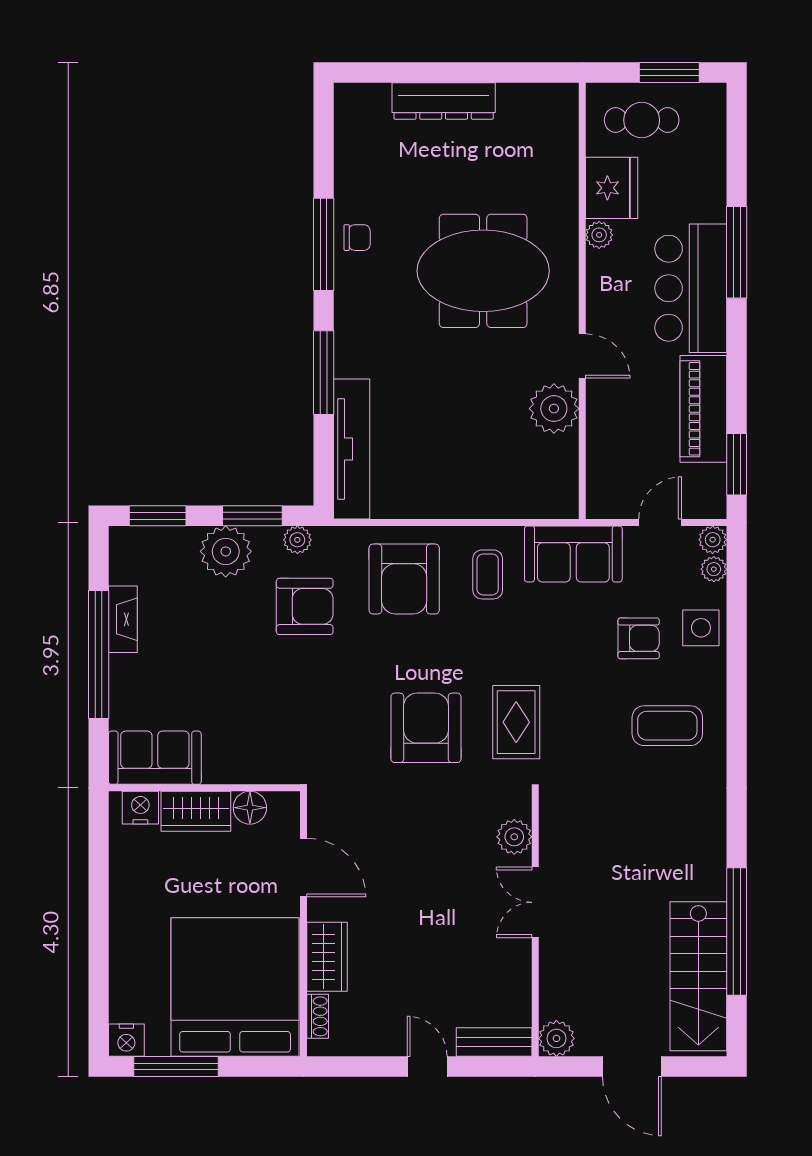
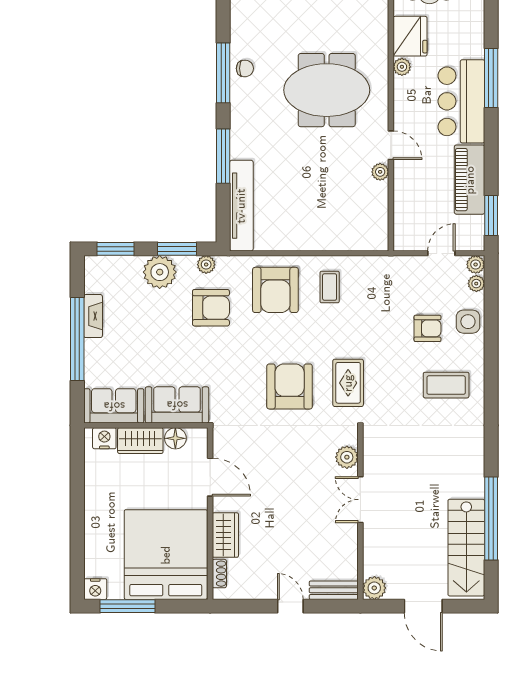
plant: (554, 409) -> (380, 172), width x0.53, depth x0.53
sofa: (573, 554) -> (177, 405), moved, turned 180

